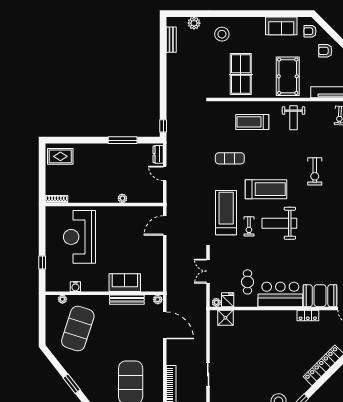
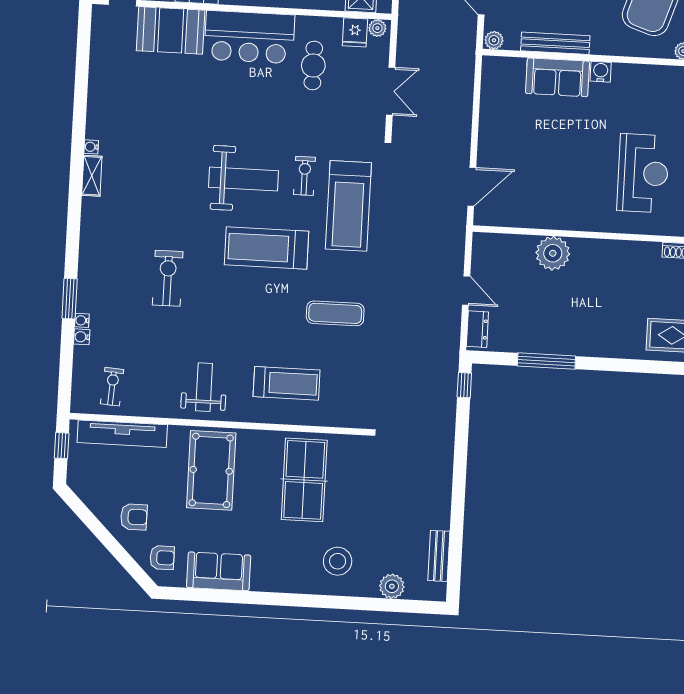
plant: (122, 198) -> (553, 253), width x1.87, depth x1.87
reception desk: (79, 237) -> (643, 173), width x0.74, depth x0.77
water cooler: (75, 287) -> (601, 72), moved

